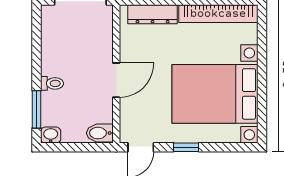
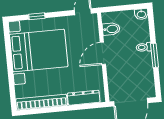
window: (37, 109) -> (155, 55), moved
bidet: (100, 133) -> (111, 29), moved
window: (186, 147) -> (37, 16), moved

